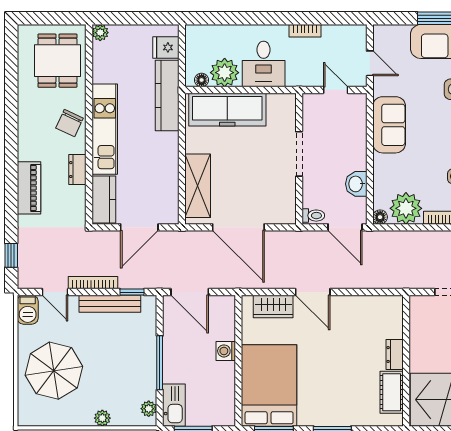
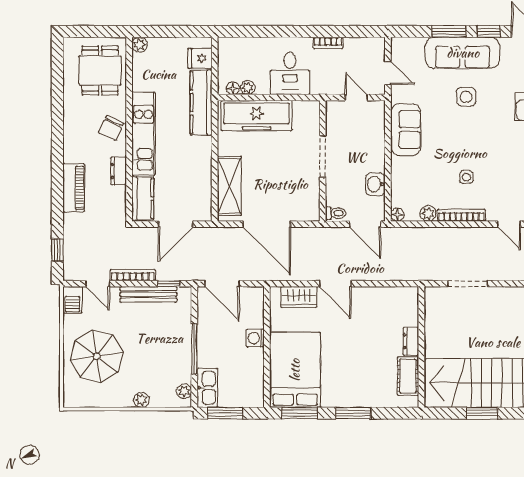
plant: (225, 73) -> (248, 88), width x0.53, depth x0.53
plant: (406, 208) -> (428, 213), width x0.53, depth x0.53

